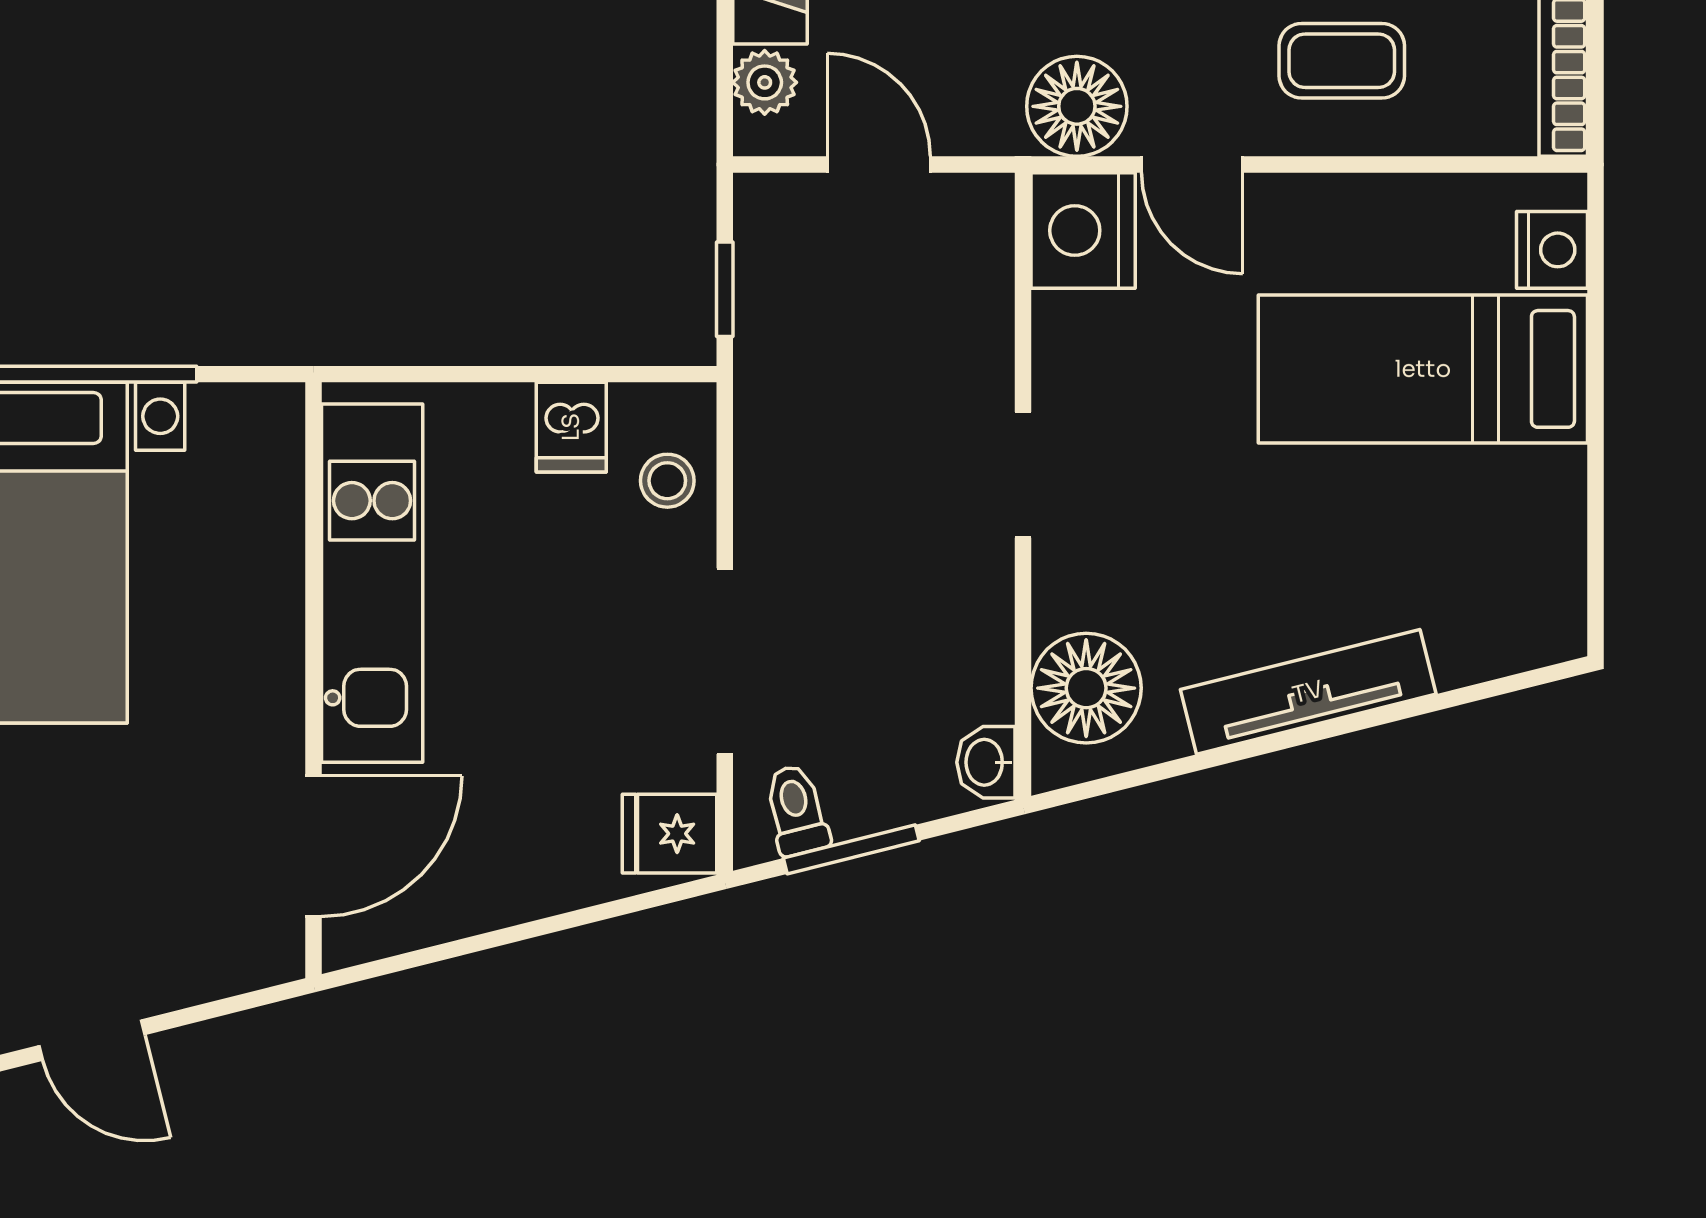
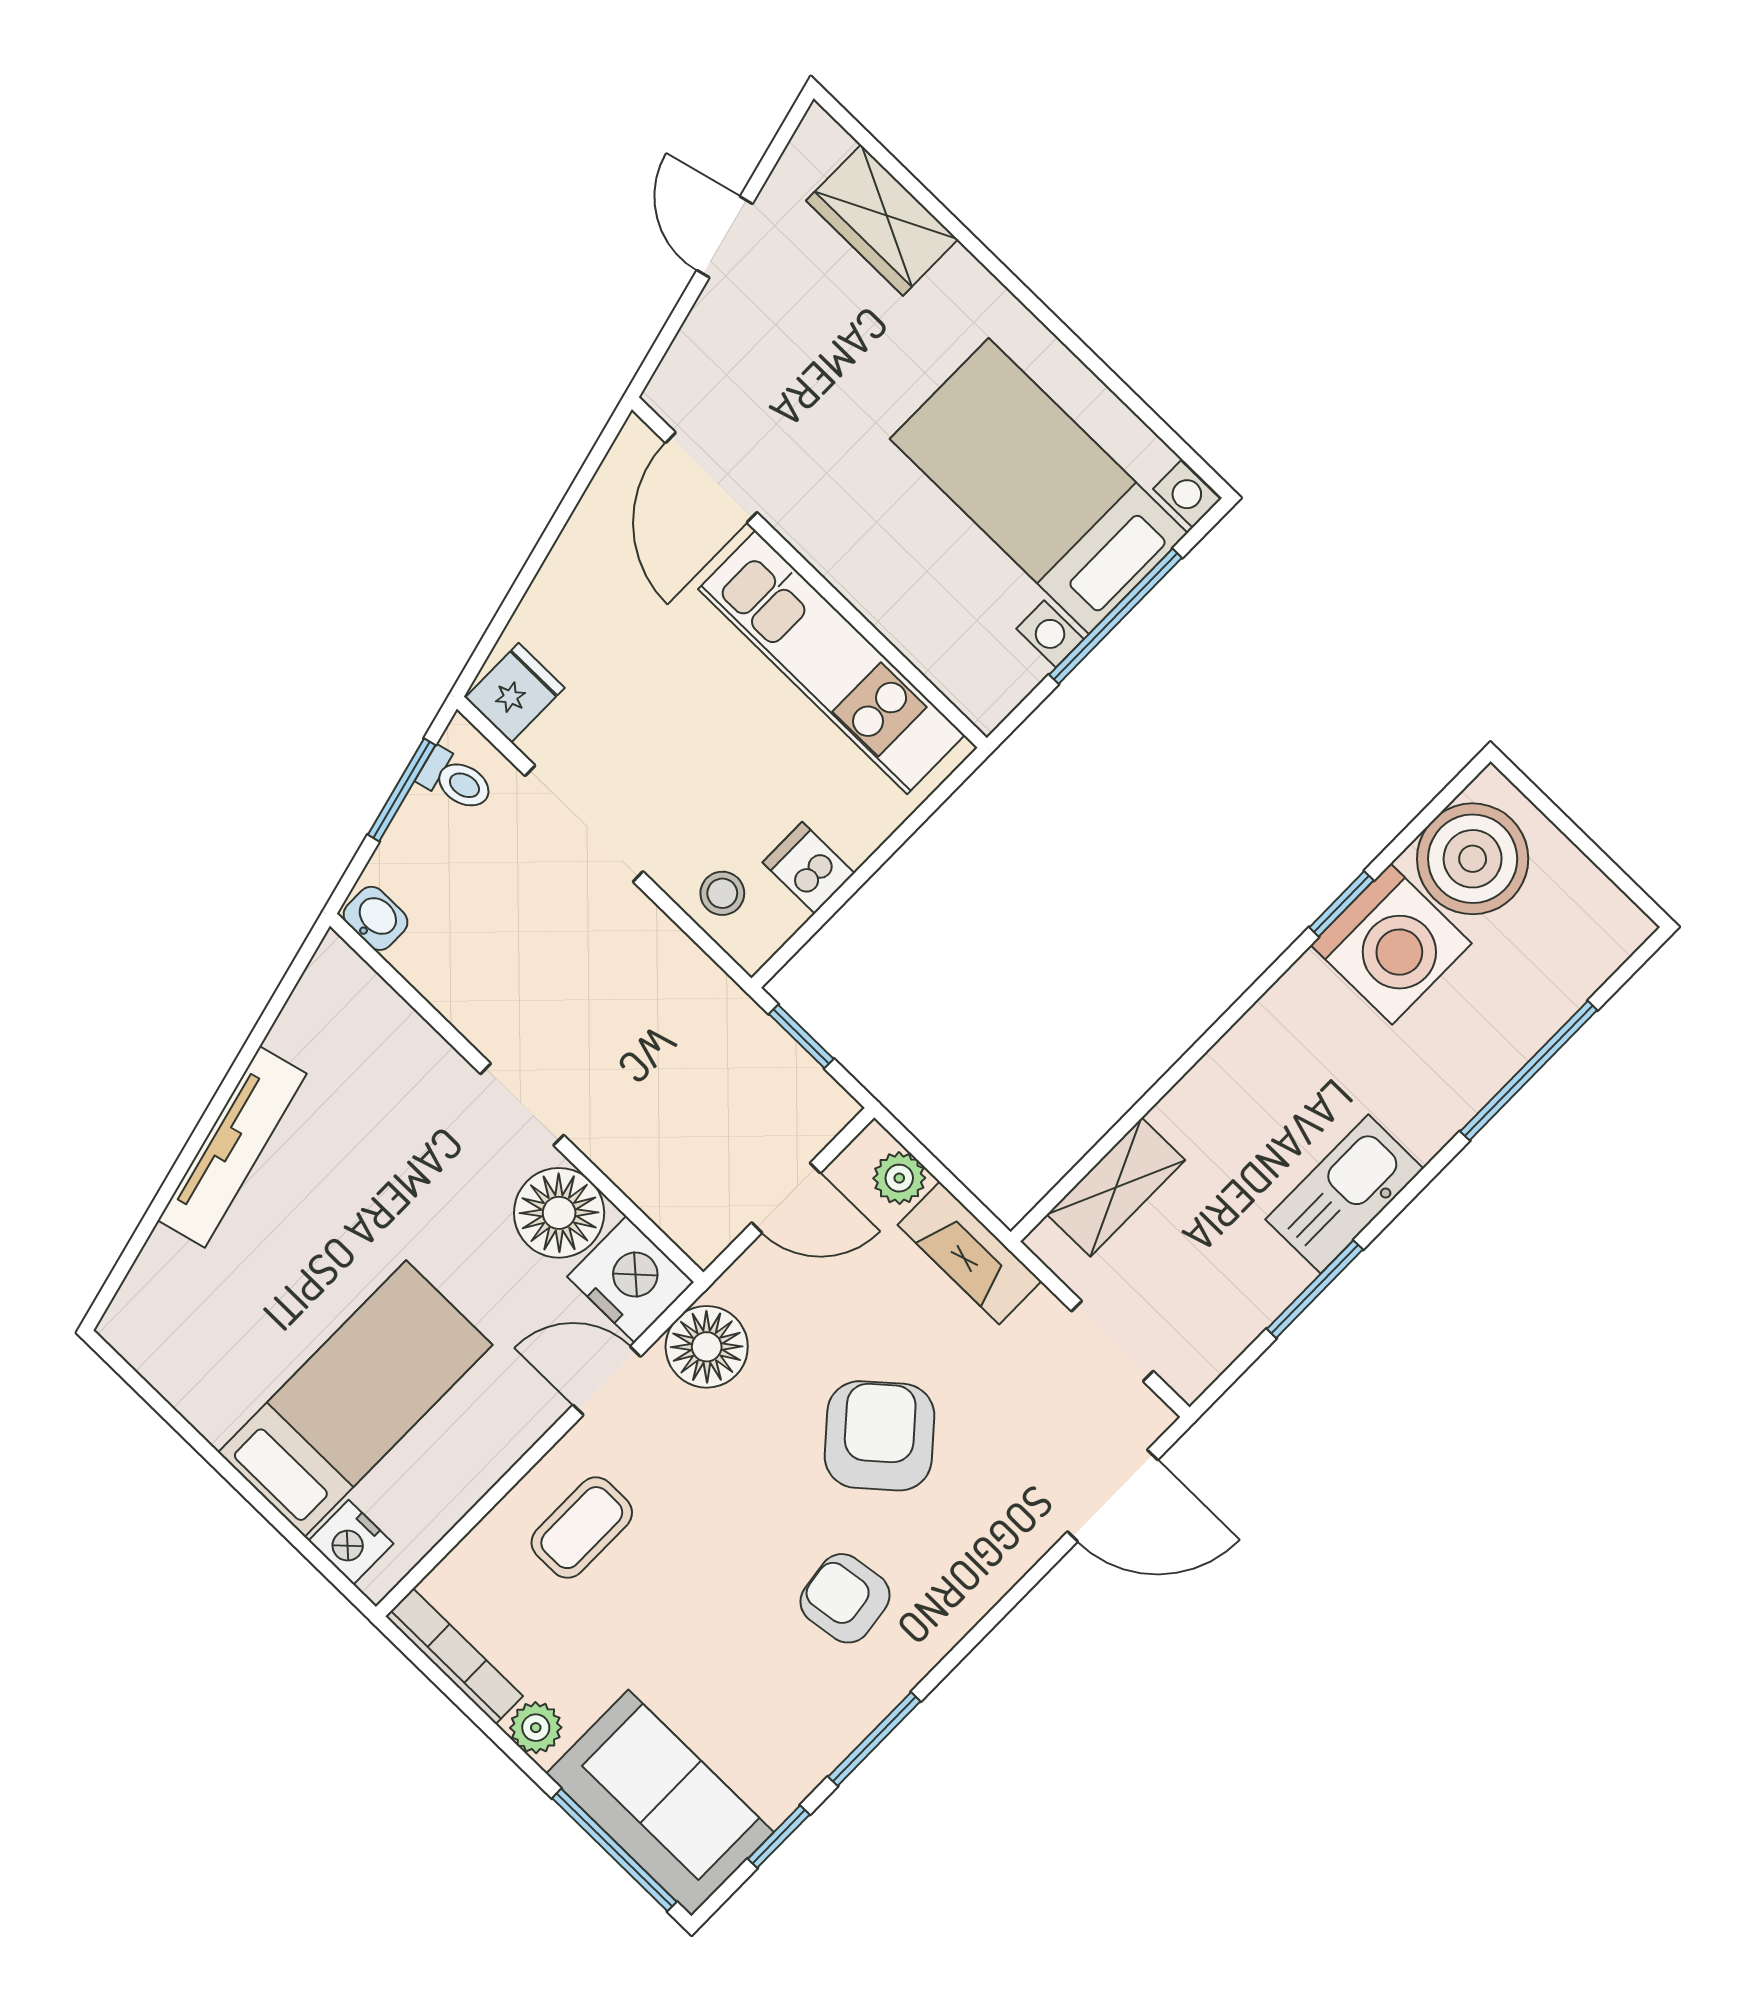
floor lamp: (1086, 688) -> (559, 1213), moved
door: (92, 1040) -> (725, 237), hinge flipped

